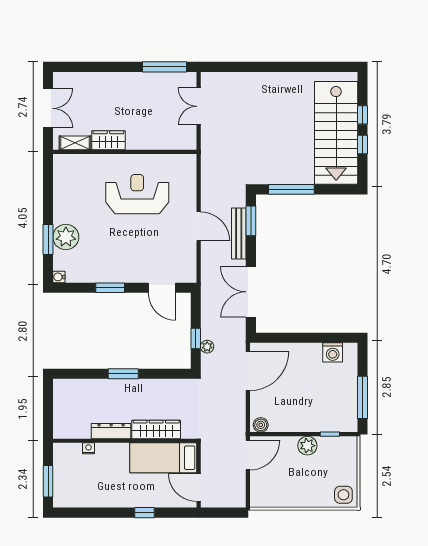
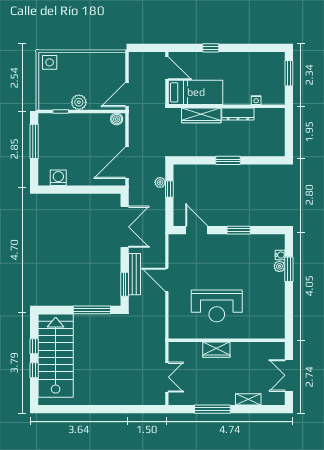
window: (164, 67) -> (212, 409), moved
wardrobe: (108, 140) -> (216, 350), moved
shelving: (75, 143) -> (248, 399), moved
plant: (66, 237) -> (279, 266), width x0.53, depth x0.53
water cooler: (59, 277) -> (280, 255), moved

